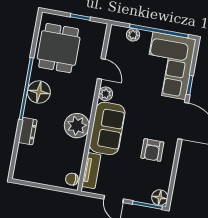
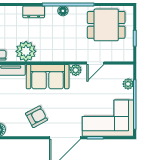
floor lamp: (39, 92) -> (63, 11), width x0.53, depth x0.53
plant: (77, 126) -> (26, 51), moved
armchair: (152, 150) -> (36, 117), turned 152

